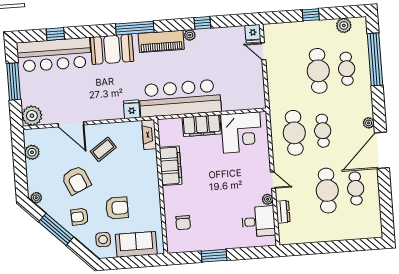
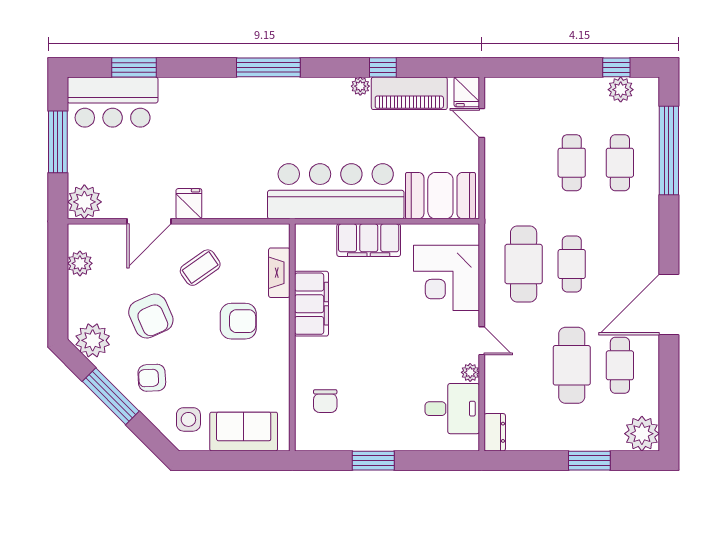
window: (311, 15) -> (616, 67), moved
window: (55, 34) -> (134, 67), width x1.50
piano: (161, 41) -> (409, 93), moved
booth: (112, 49) -> (440, 196), moved
bar counter: (54, 55) -> (113, 102), width x0.73
cafe table: (318, 71) -> (572, 163), width x0.73, depth x0.74
fridge: (132, 109) -> (189, 204), moved
plant: (369, 123) -> (642, 434), moved, width x1.88, depth x1.88
door: (71, 124) -> (149, 221), hinge flipped
corner desk: (242, 132) -> (447, 278), moved, turned 90
fireplace: (149, 135) -> (279, 273), moved
plant: (36, 198) -> (93, 340), width x1.88, depth x1.88
armchair: (117, 208) -> (238, 321), moved
dresser: (283, 212) -> (495, 432), moved
window: (342, 246) -> (589, 461), added

